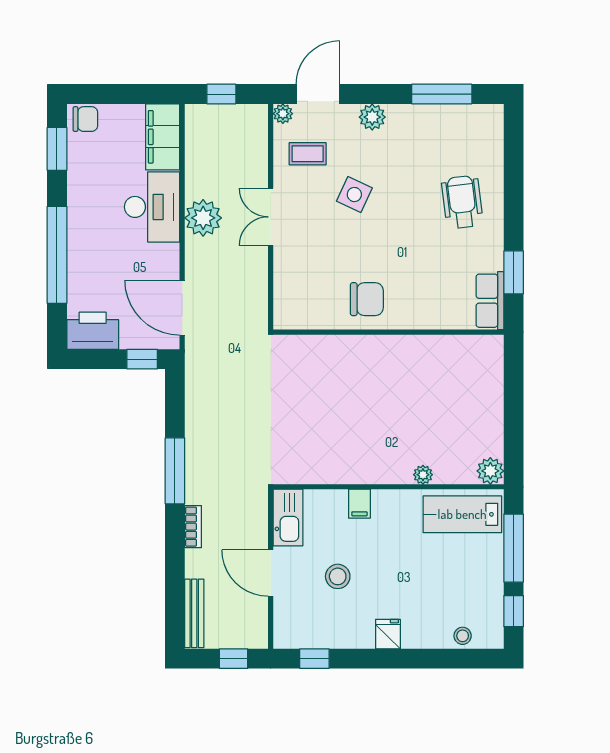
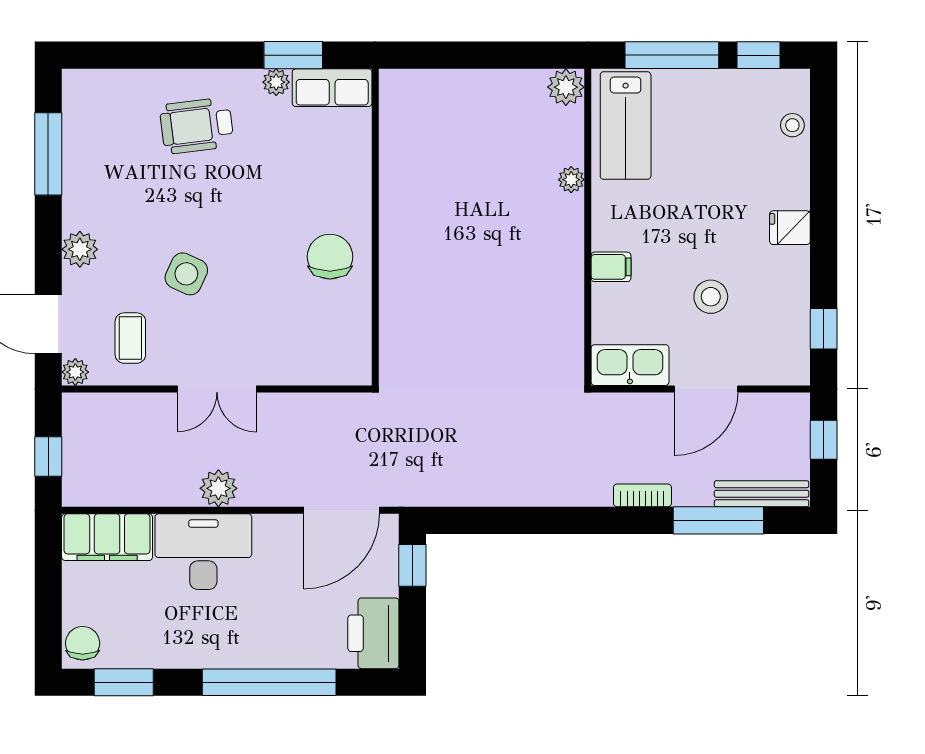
plant: (203, 218) -> (218, 488), width x0.73, depth x0.73
plant: (494, 260) -> (276, 82), added
window: (175, 471) -> (718, 520), moved

